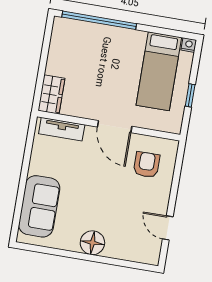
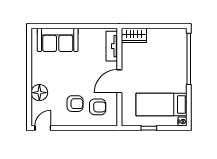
armchair: (136, 197) -> (75, 104), added
door: (168, 228) -> (43, 128), moved
floor lamp: (92, 243) -> (39, 93), moved

